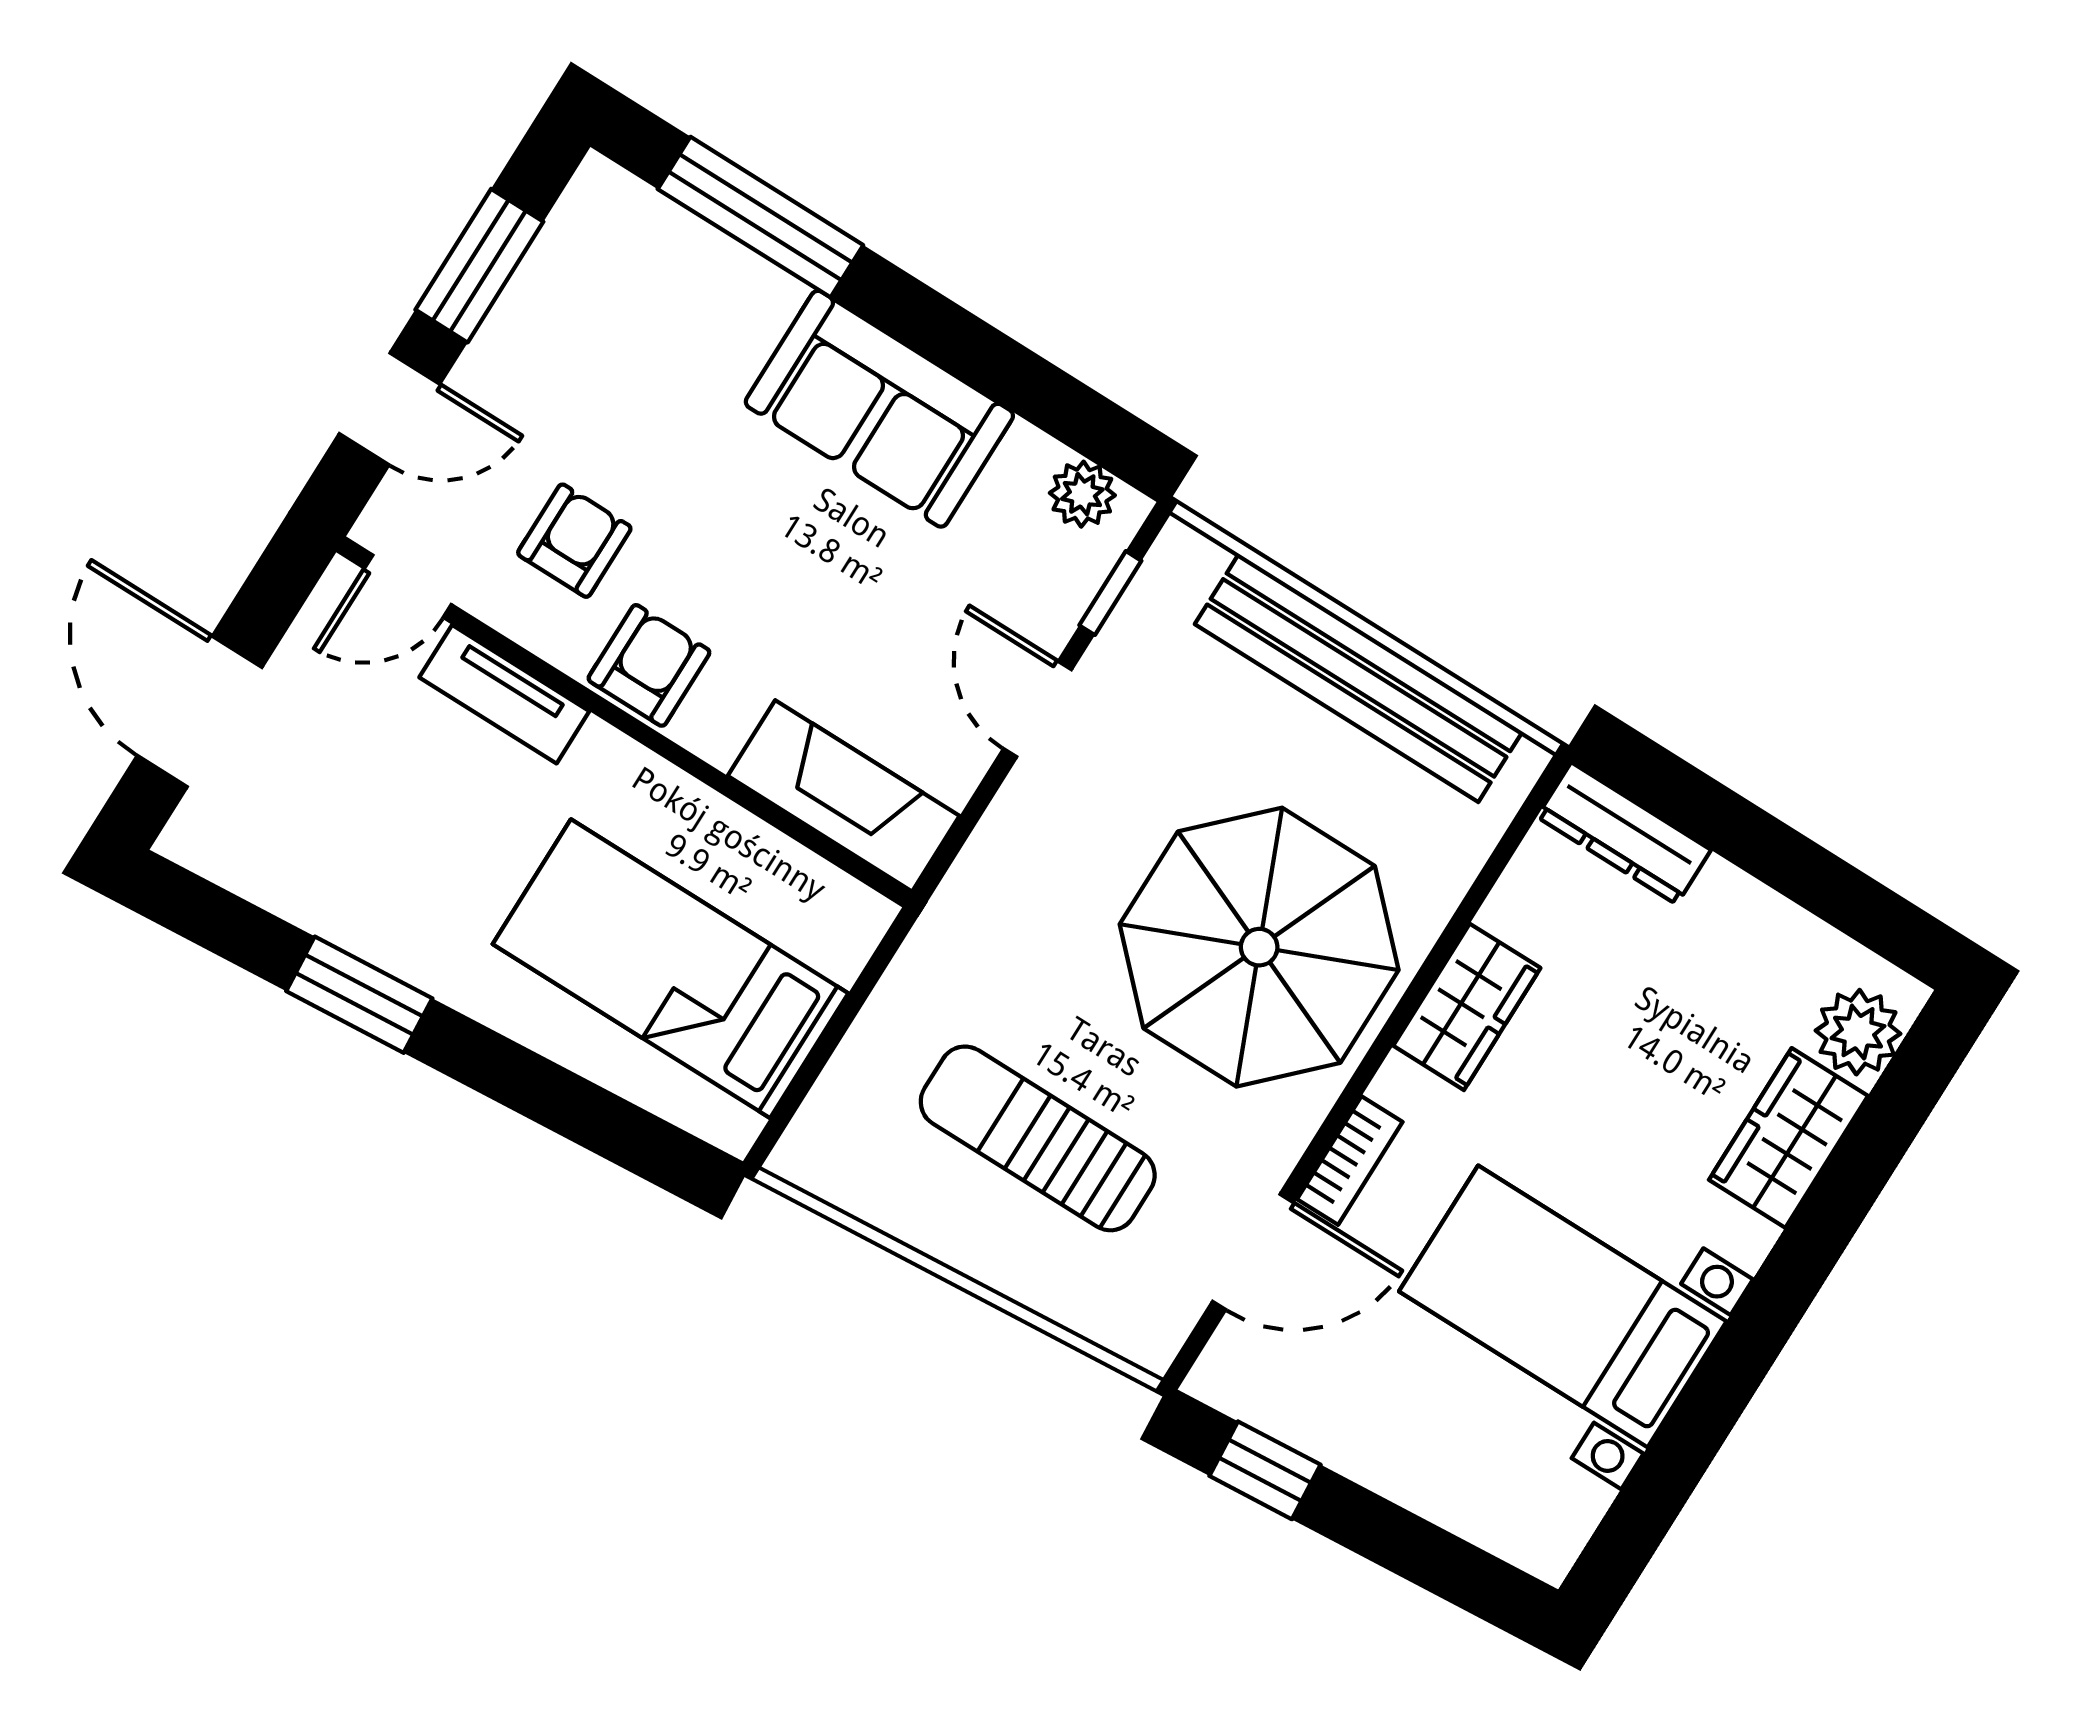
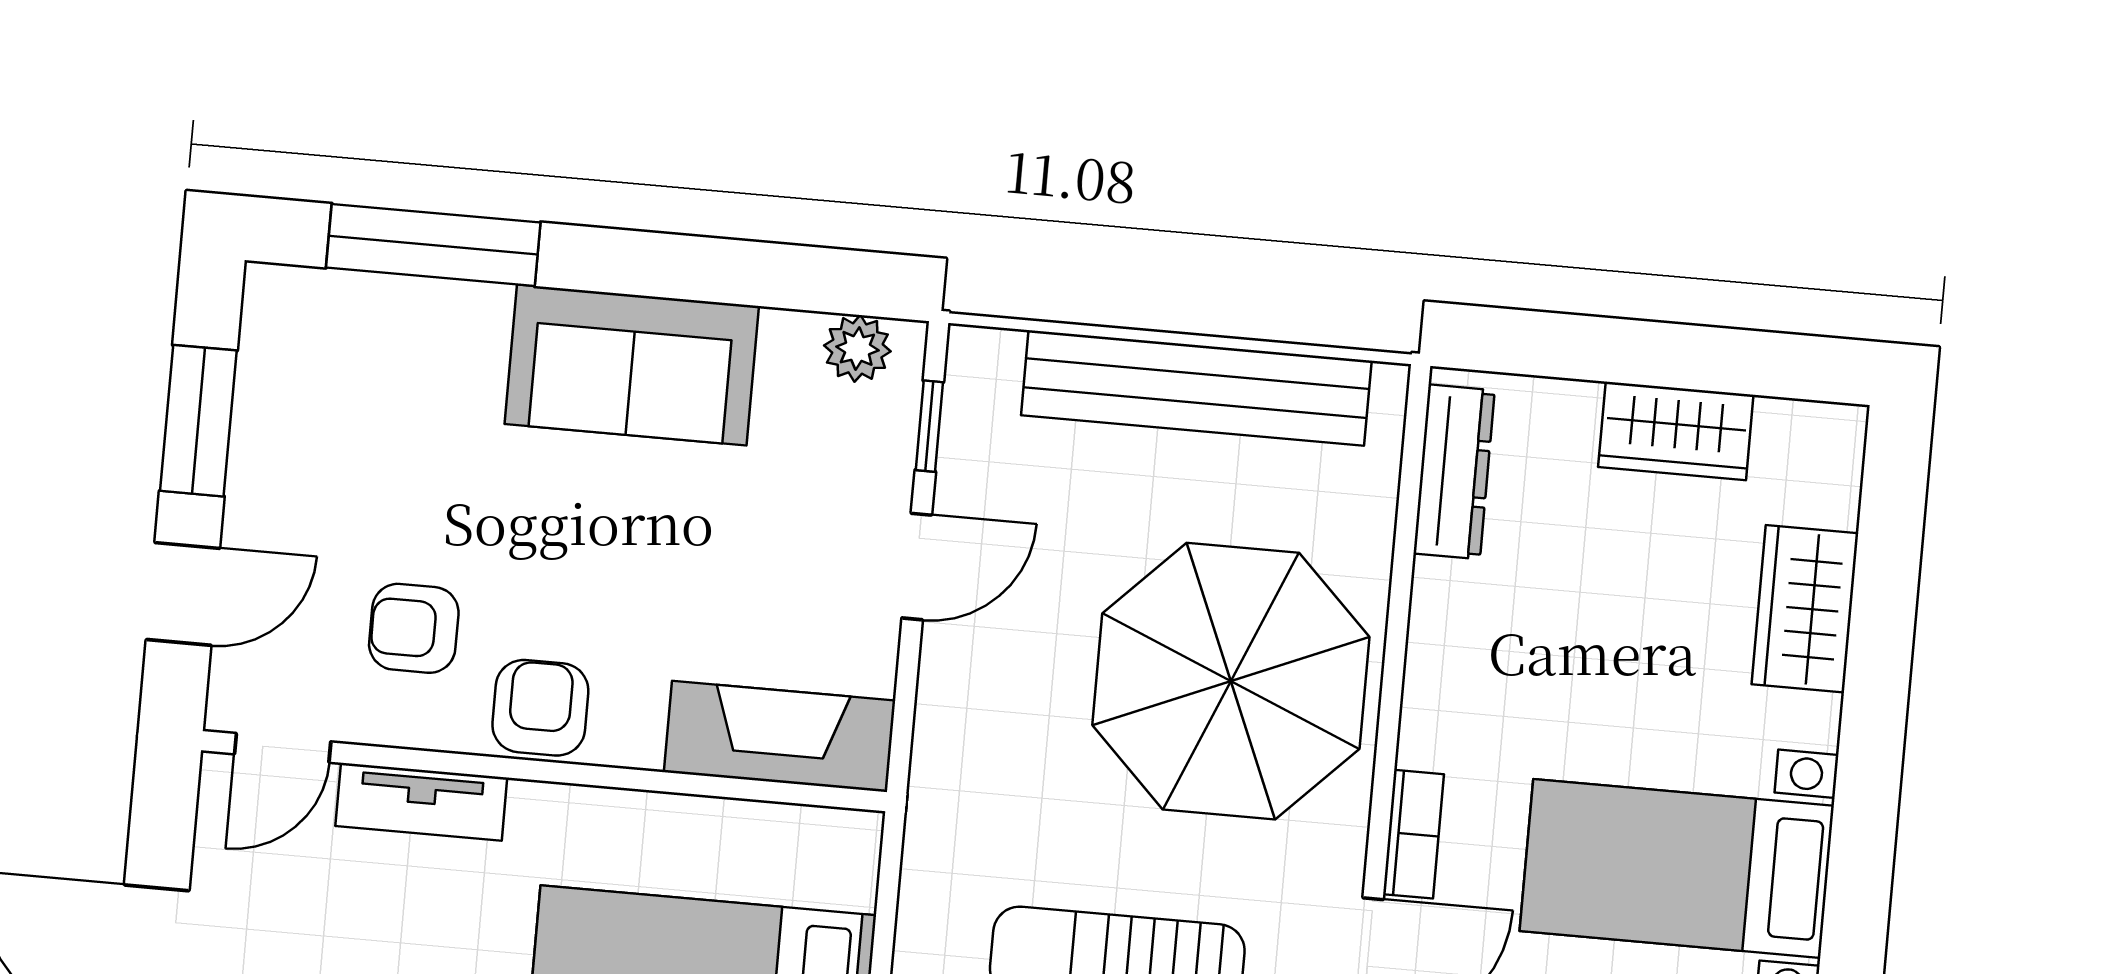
armchair: (574, 541) -> (414, 628), turned -90
door: (1038, 709) -> (917, 566), swing flipped
dresser: (1624, 833) -> (1454, 472), moved, turned -90
wardrobe: (1467, 1007) -> (1676, 431), moved, turned 90
plant: (1858, 1032) -> (1819, 479), removed

